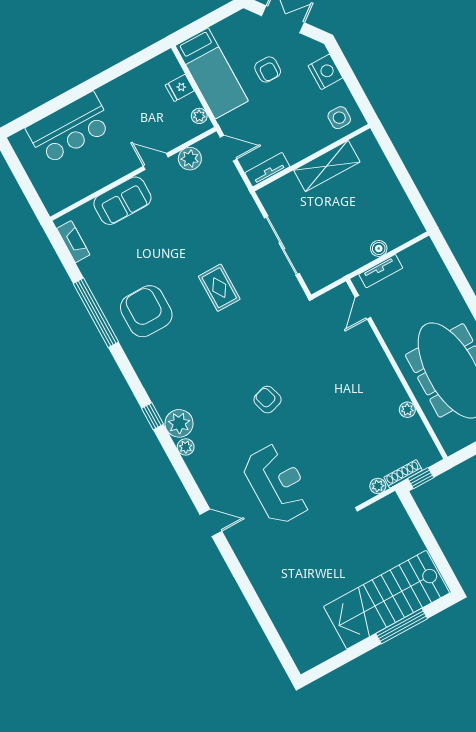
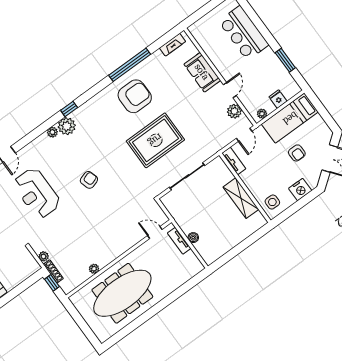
window: (120, 69) -> (285, 60), added
armchair: (268, 69) -> (297, 153), turned -90
rug: (219, 288) -> (155, 140), width x1.86, depth x2.06
reception desk: (278, 484) -> (37, 193), turned 90

